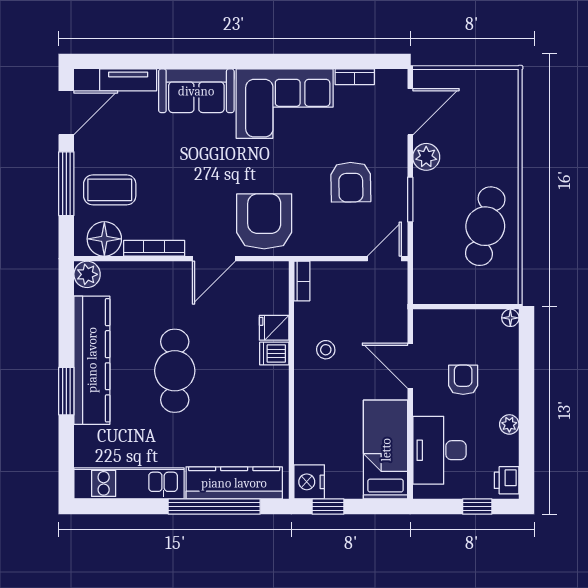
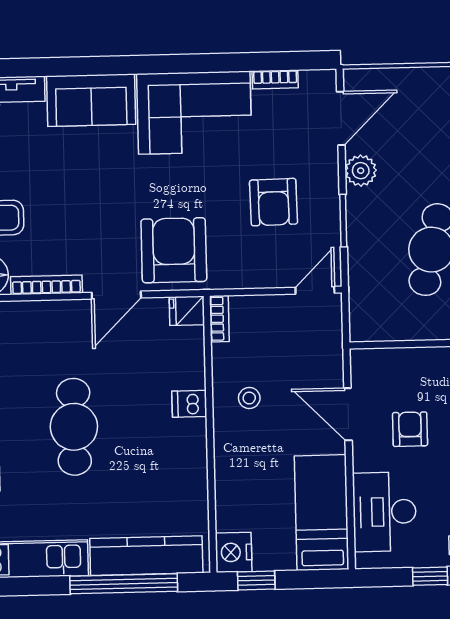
fridge: (274, 328) -> (187, 311), moved

